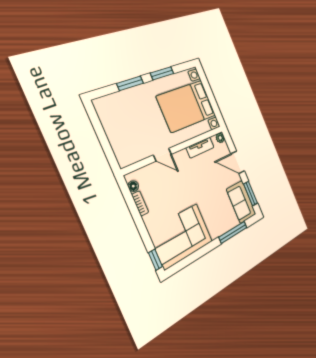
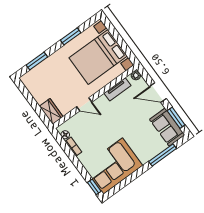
window: (130, 83) -> (37, 61), moved
wardrobe: (122, 153) -> (51, 111), added

